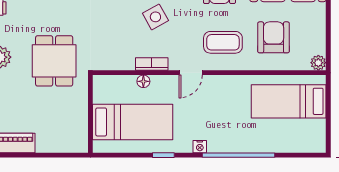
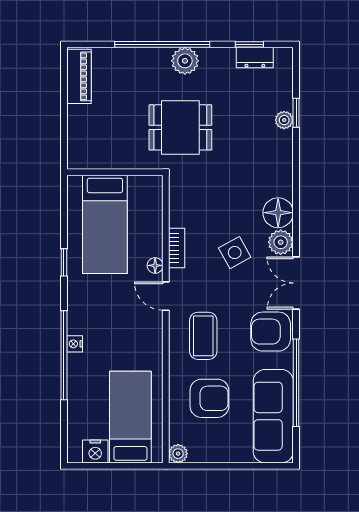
floor lamp: (143, 81) -> (155, 265), moved
nightstand: (317, 130) -> (95, 451), added
nightstand: (200, 147) -> (75, 344), moved

